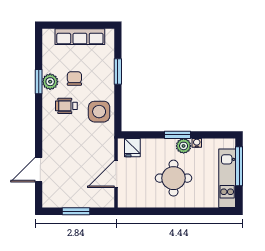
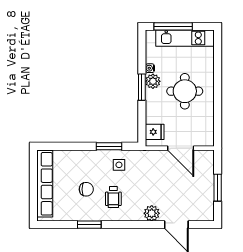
row of seats: (80, 37) -> (45, 184), width x1.36
window: (118, 72) -> (109, 146), moved
chair: (74, 79) -> (86, 189), turned 180
plant: (50, 82) -> (152, 213), moved
side table: (99, 112) -> (119, 165), width x0.54, depth x0.54

